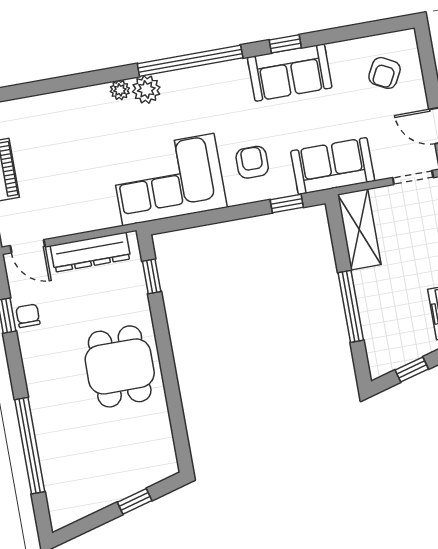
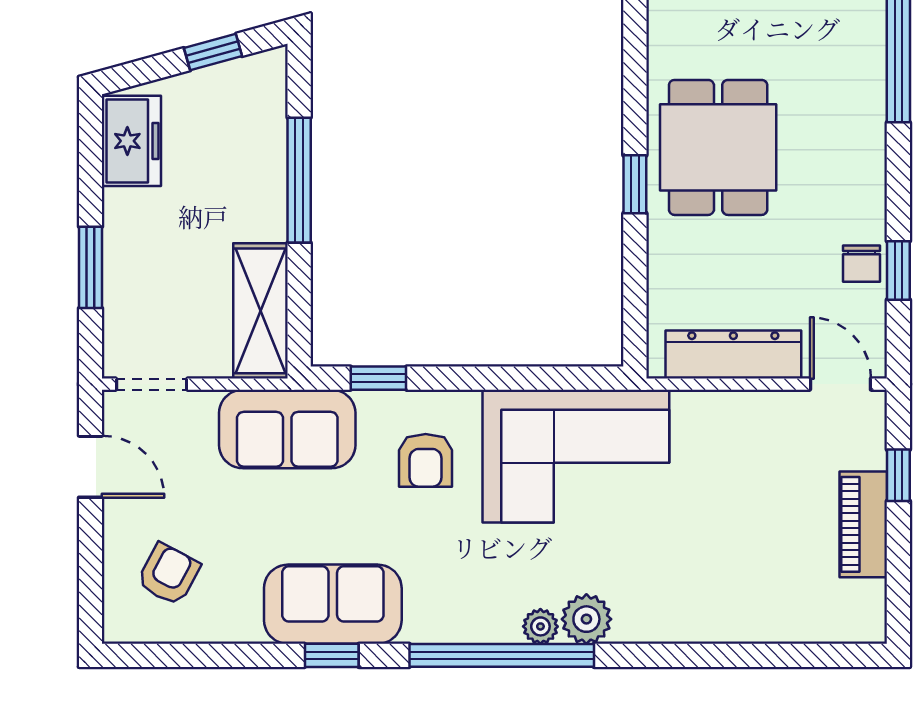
plant: (120, 90) -> (540, 626), moved
window: (152, 276) -> (635, 184), moved

